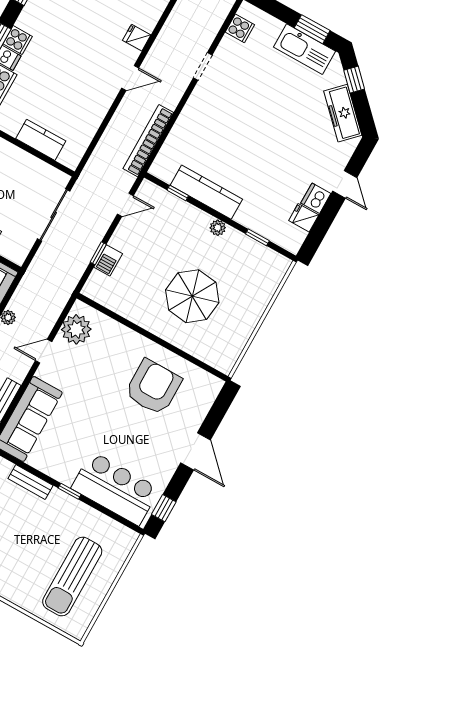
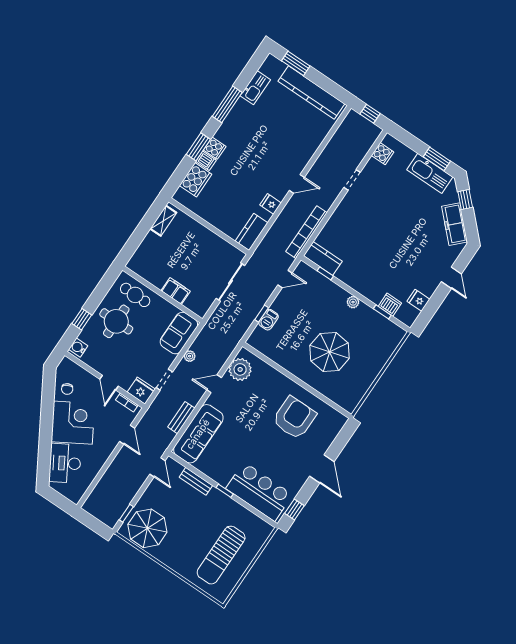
fridge: (137, 38) -> (271, 204), moved
kitchen counter: (41, 140) -> (251, 232), moved, turned -90
kitchen counter: (206, 192) -> (323, 258), moved, width x0.67
dishwasher: (316, 198) -> (390, 305), moved, turned 90

